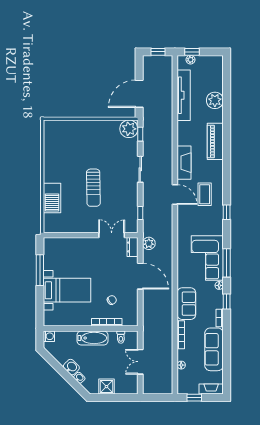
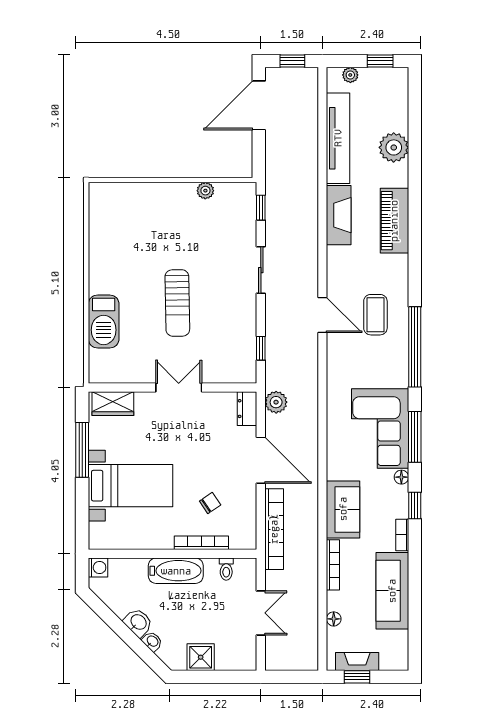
window: (192, 52) -> (380, 61), moved
door: (139, 94) -> (259, 105), moved
plant: (129, 129) -> (205, 191), moved, width x0.53, depth x0.53
fireplace: (184, 163) -> (339, 215), moved
window: (227, 212) -> (415, 347), width x3.17
double door: (112, 235) -> (179, 387), moved
wardrobe: (57, 244) -> (113, 404), added
bookcase: (148, 315) -> (274, 529), added
double door: (140, 362) -> (261, 613), swing flipped
fireplace: (211, 389) -> (357, 662), moved

